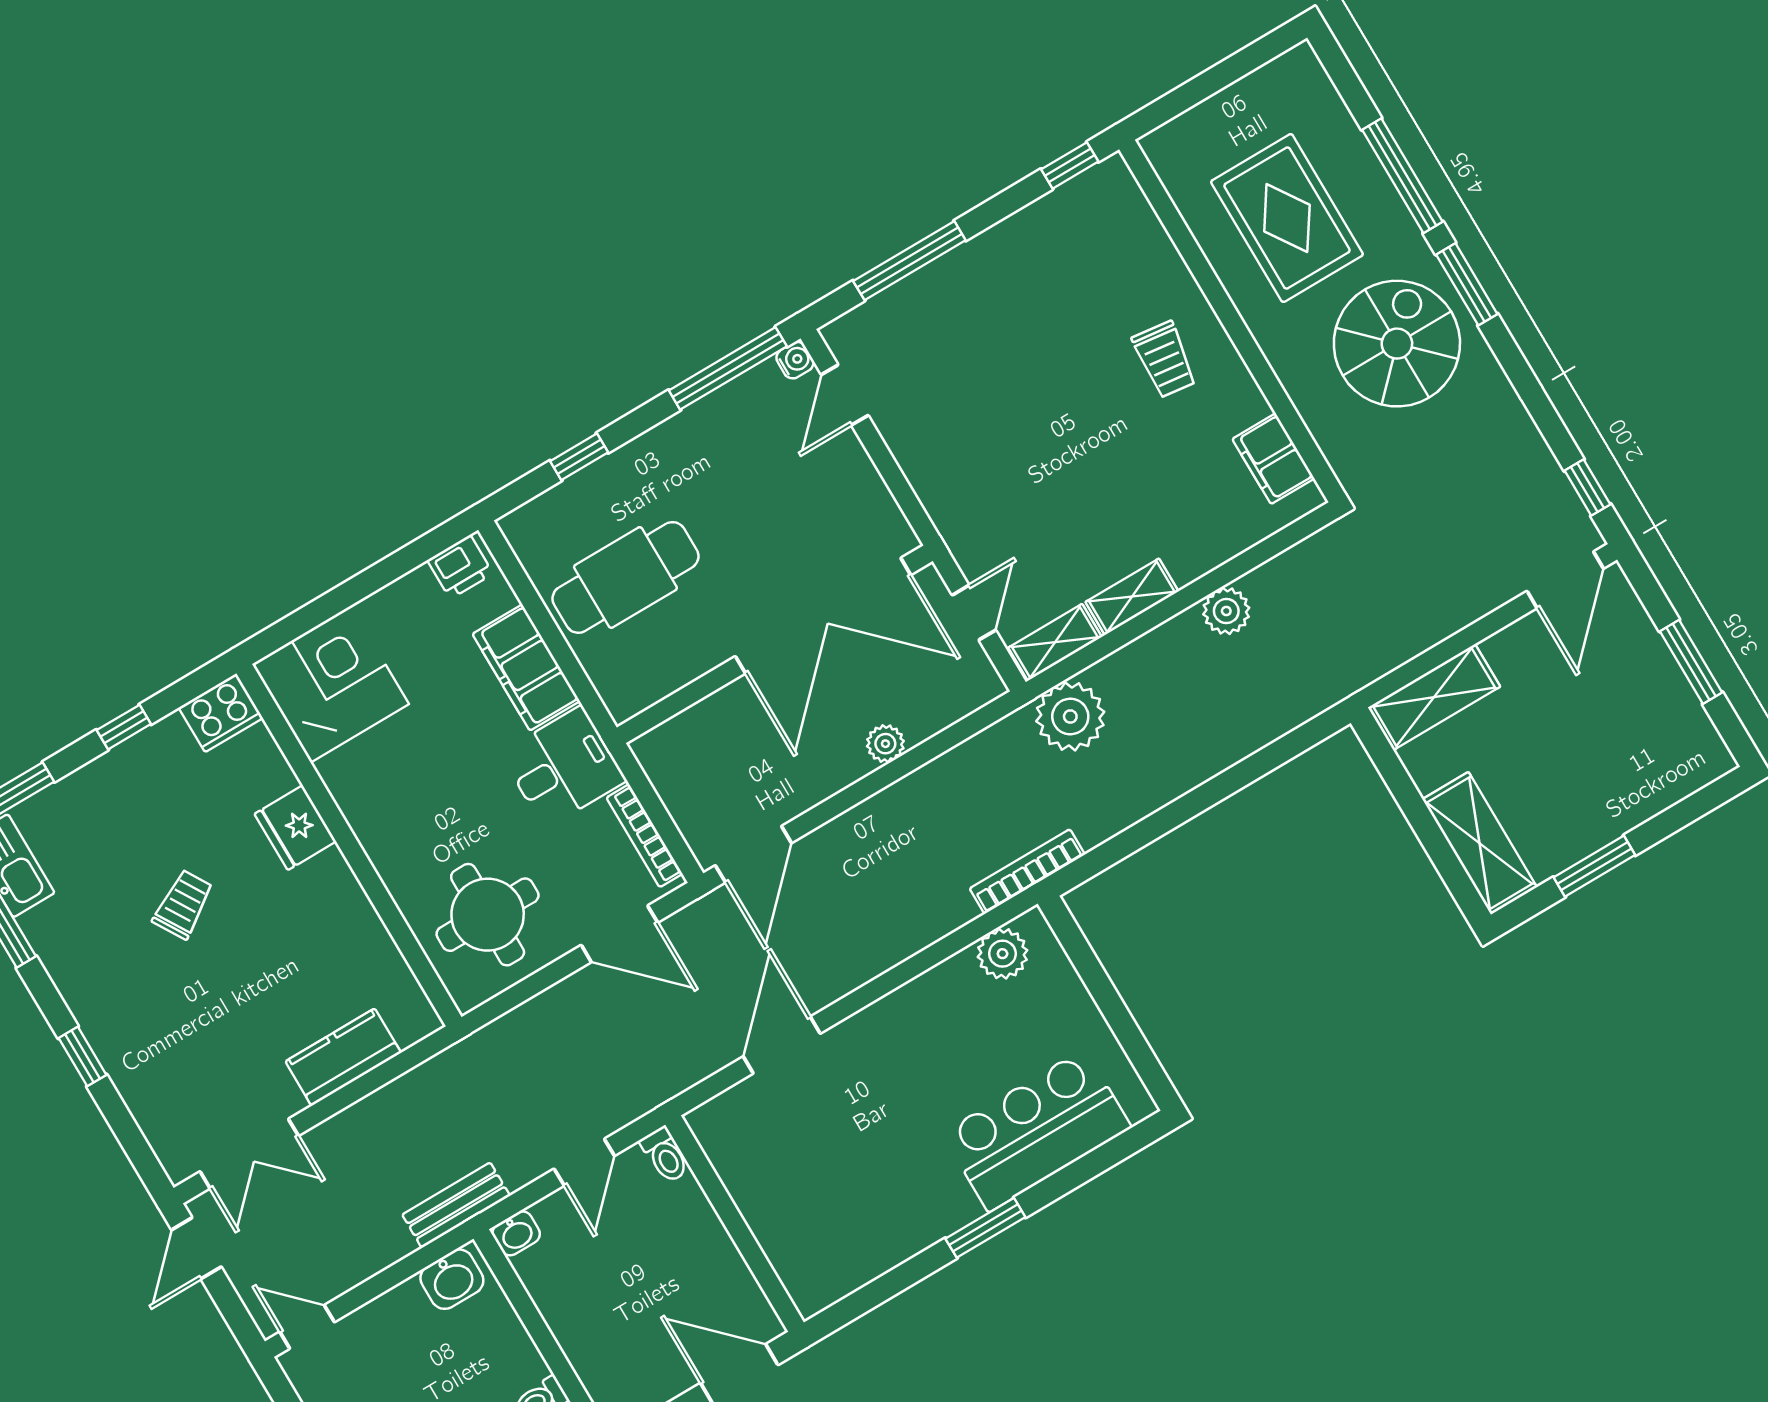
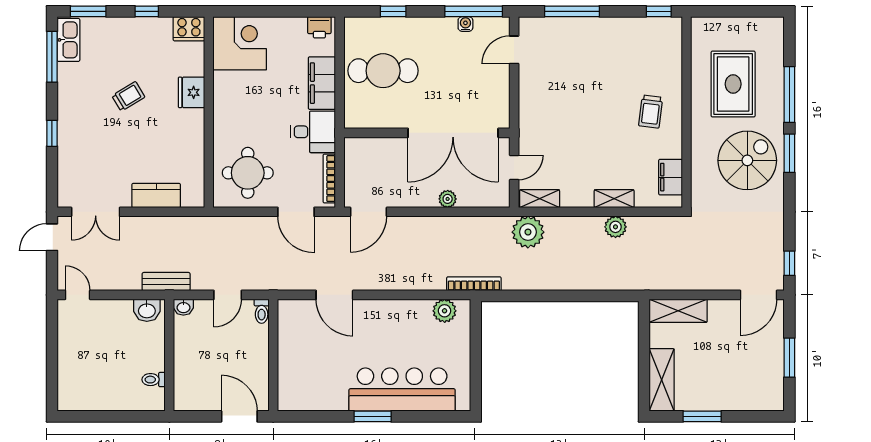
water cooler: (795, 360) -> (465, 24), moved, turned -90
shelving: (1132, 597) -> (614, 199), moved
door: (782, 1045) -> (334, 295), swing flipped
bar counter: (1037, 1130) -> (402, 390), width x1.36

